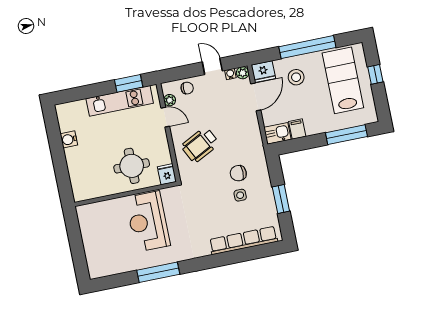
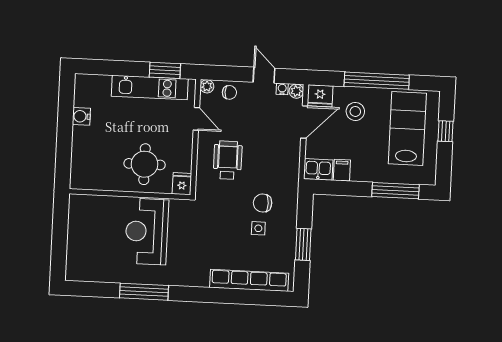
plant: (170, 100) -> (207, 86), moved
wheelchair: (200, 145) -> (228, 160), turned 117

